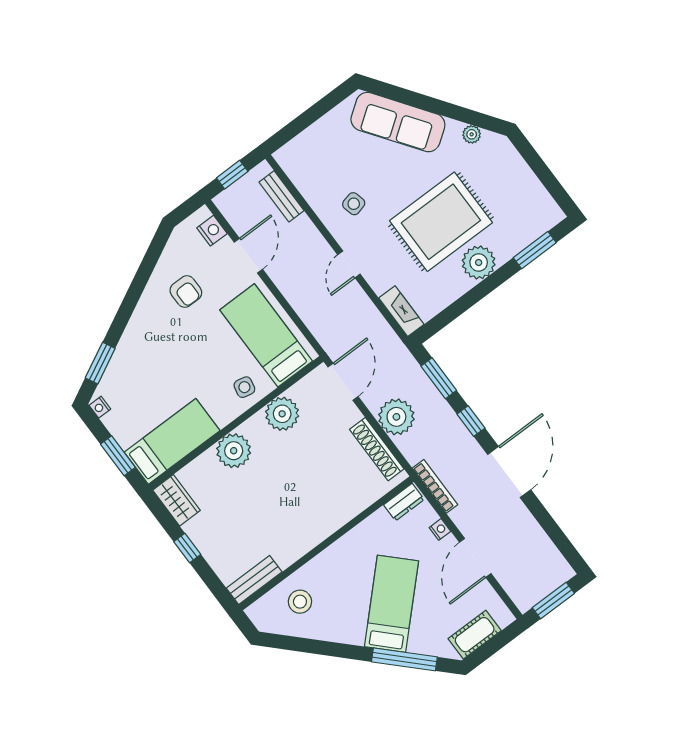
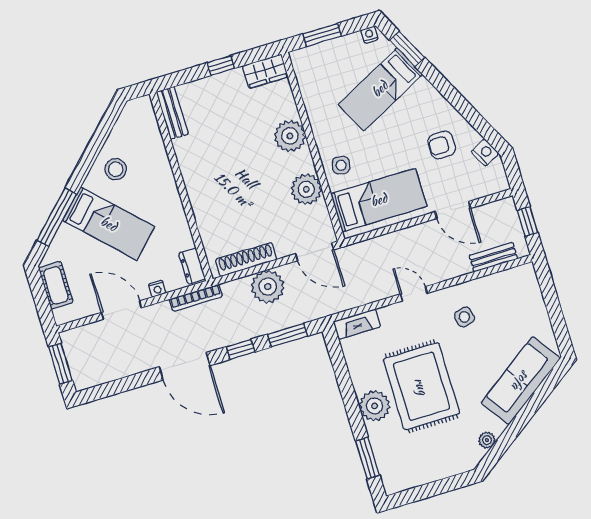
nightstand: (212, 231) -> (485, 153), moved, turned -117
bed: (172, 441) -> (380, 89), moved, turned 63
stool: (300, 602) -> (116, 169), moved

